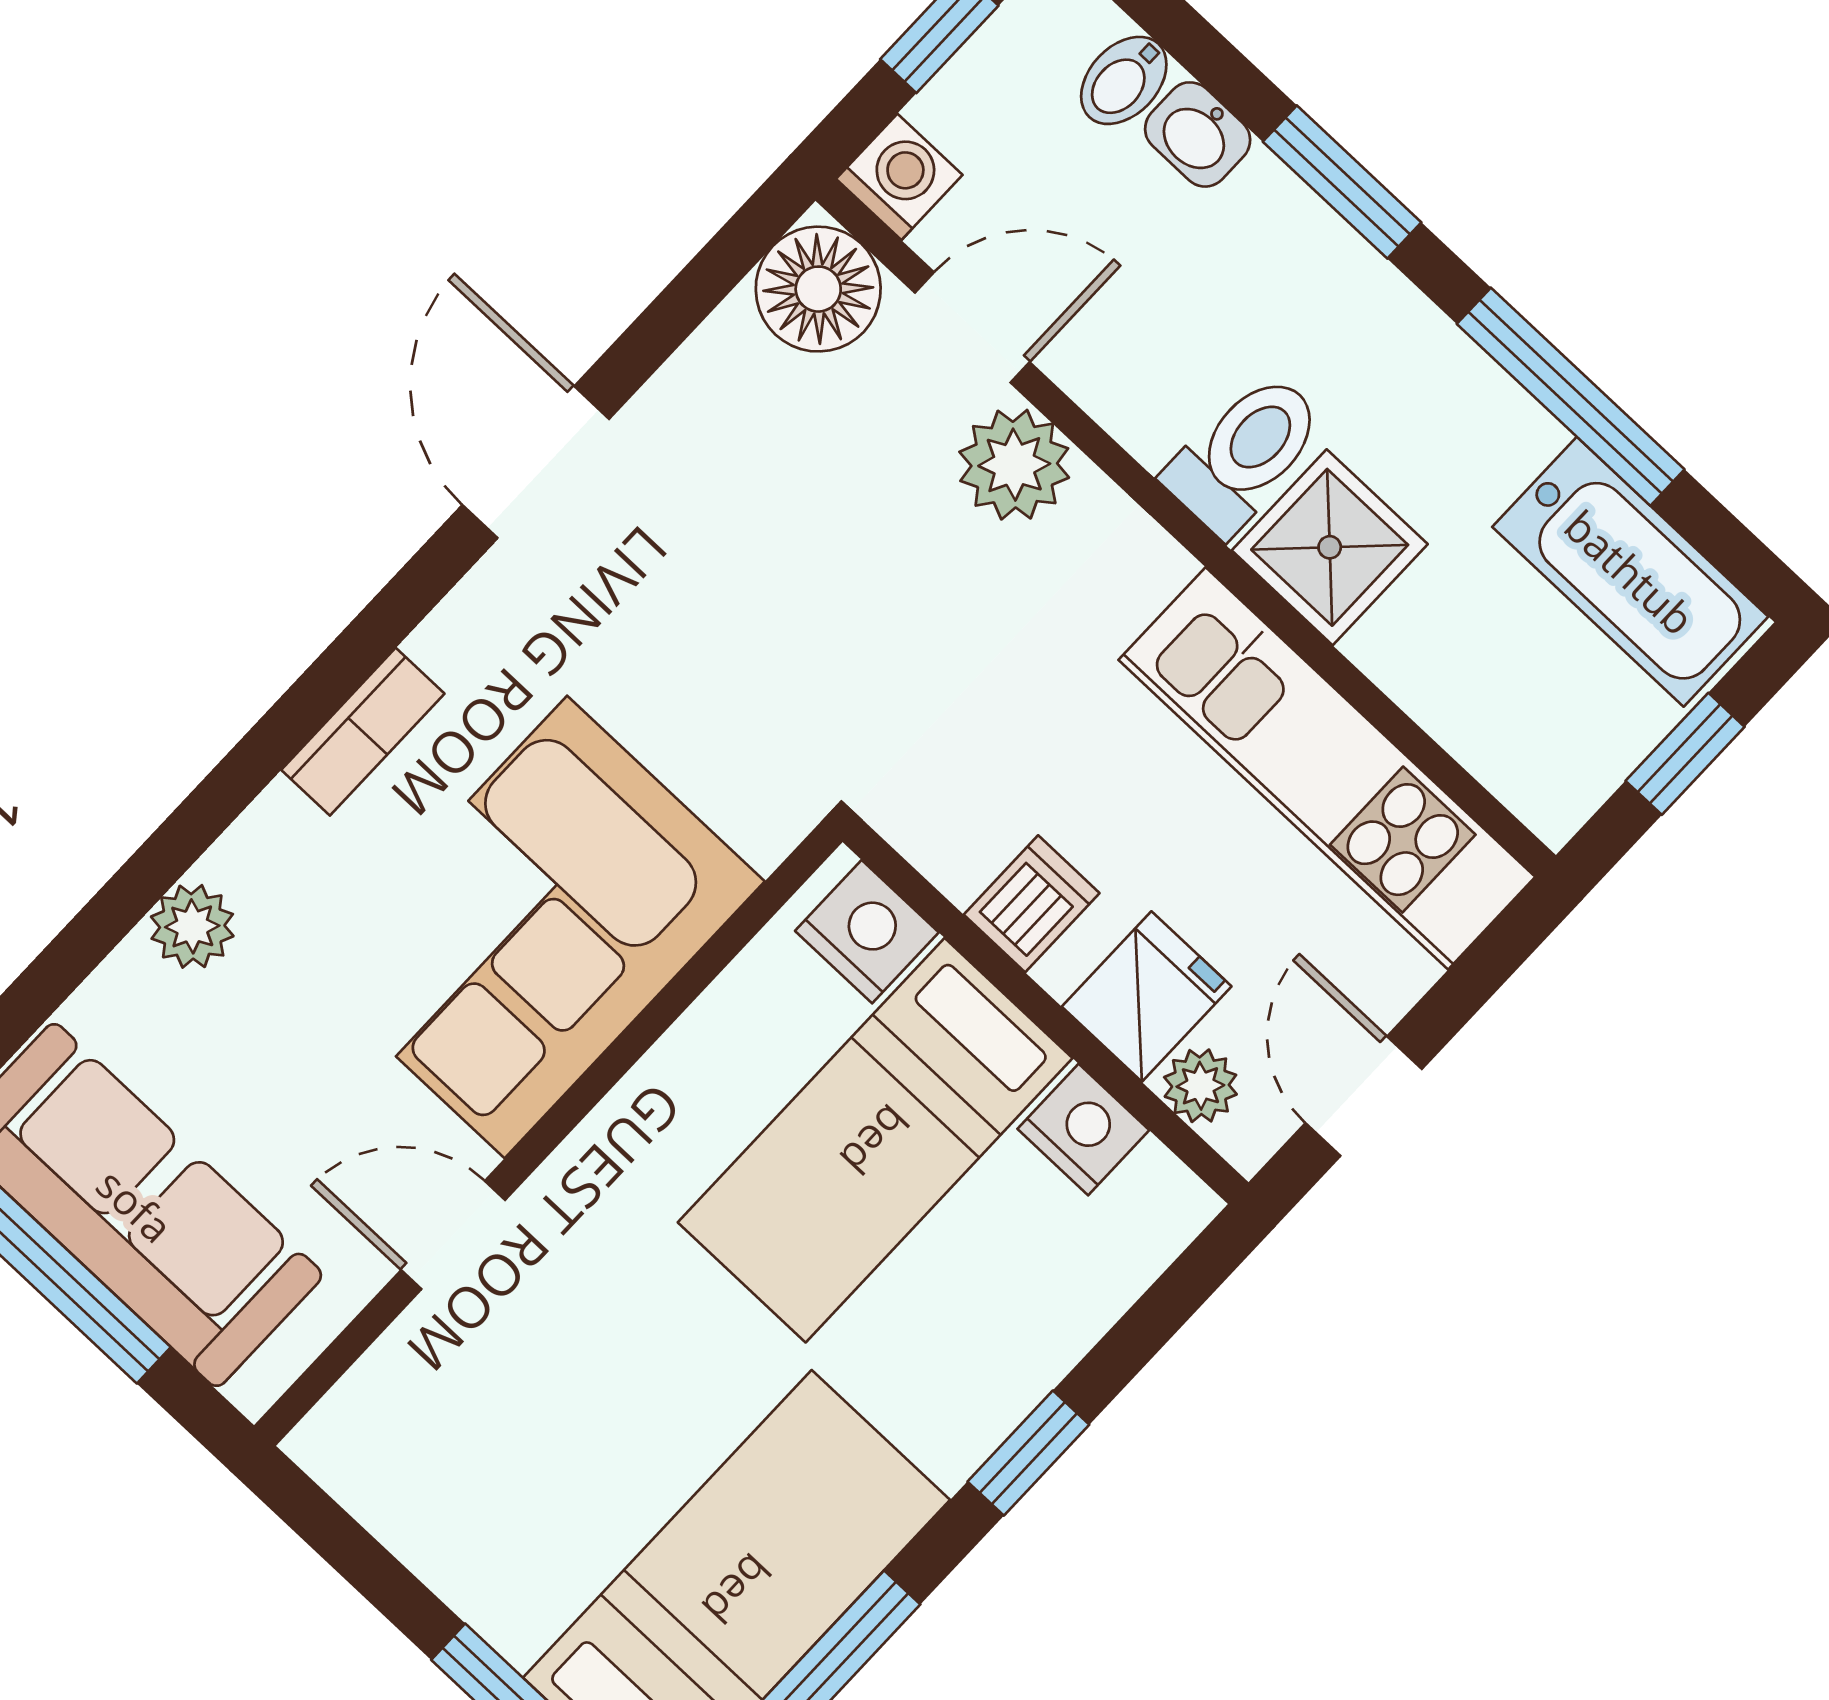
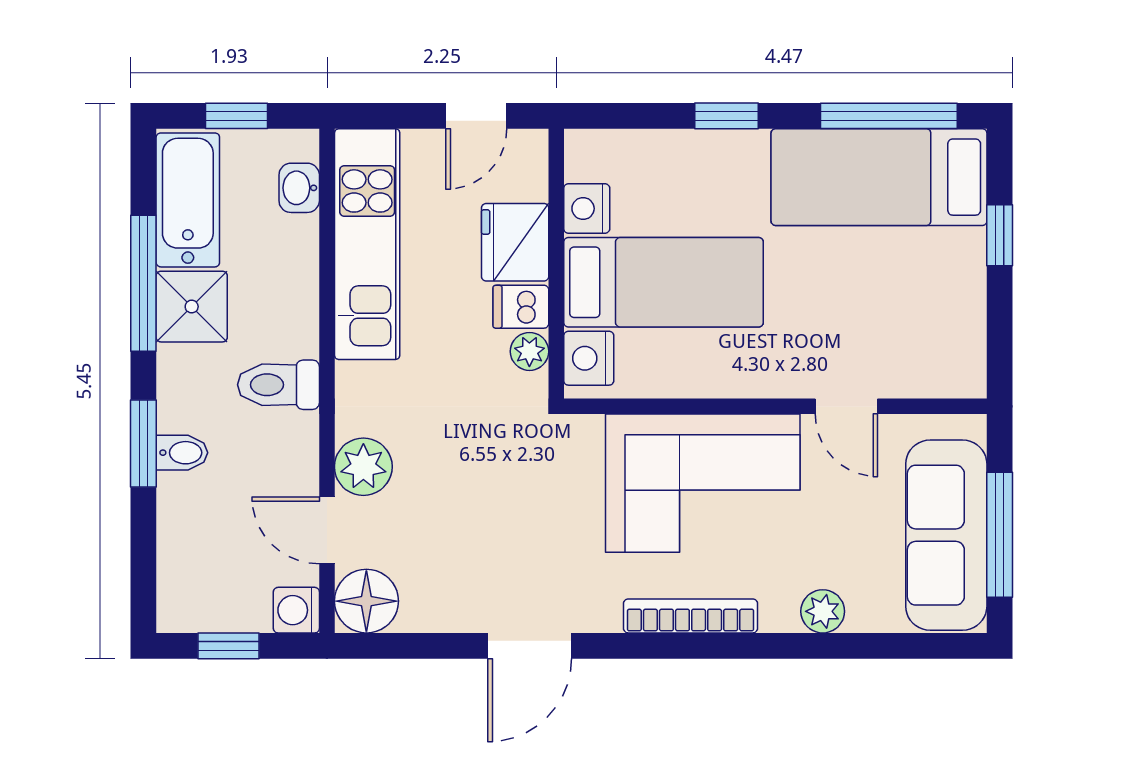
bidet: (1124, 80) -> (182, 453), moved
washbasin: (1198, 134) -> (299, 188), moved, turned 180
shower: (1330, 547) -> (192, 307), moved
bookcase: (363, 732) -> (691, 616), width x1.56
fridge: (1147, 997) -> (515, 242), width x1.38
plant: (1200, 1086) -> (529, 351), moved

